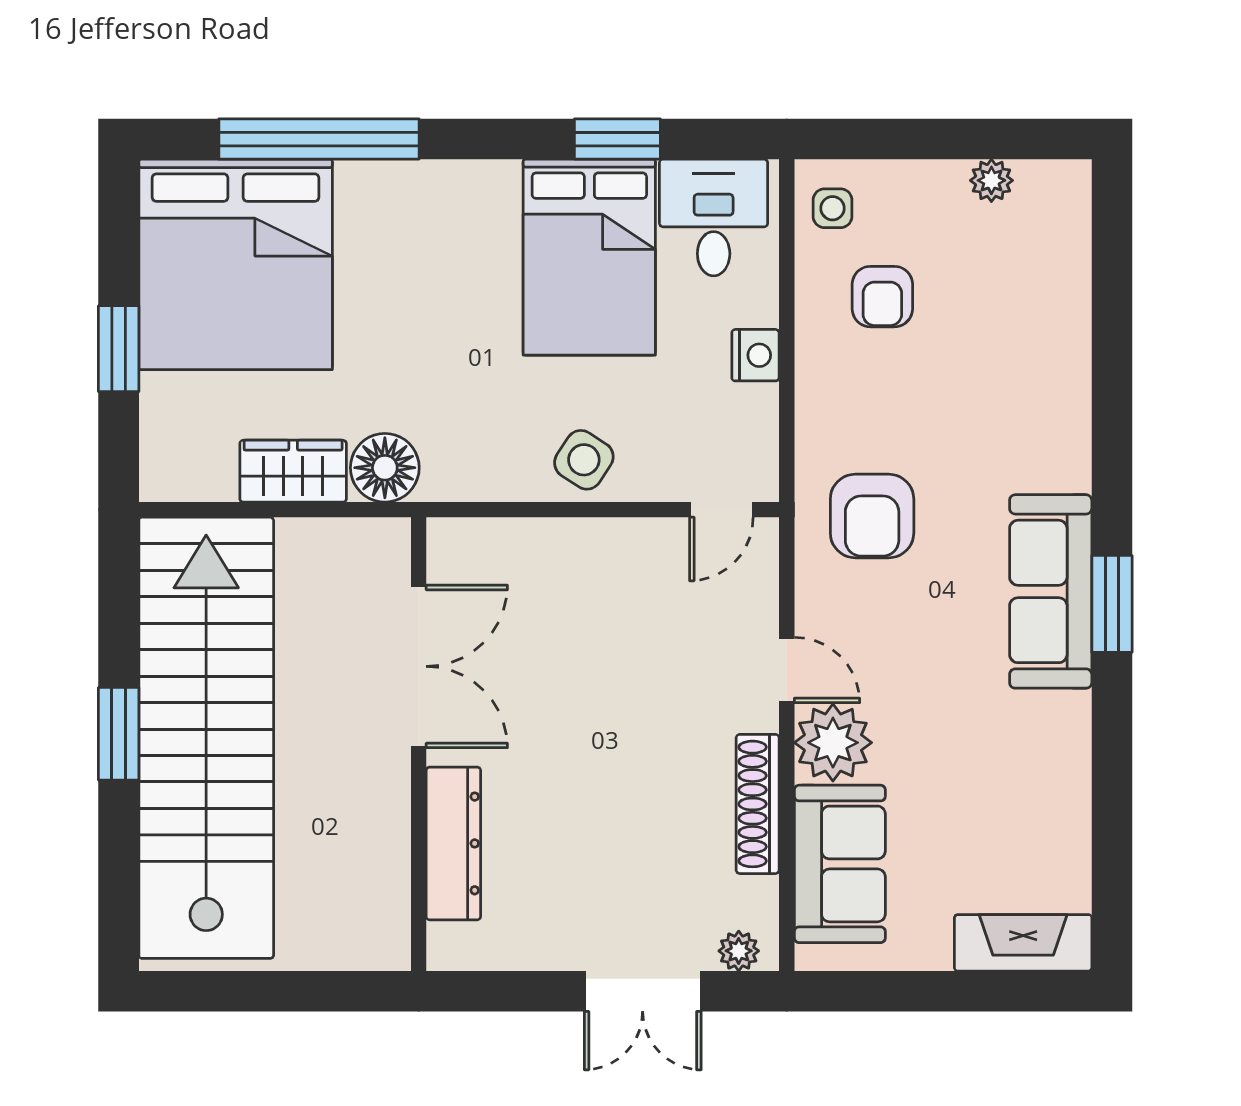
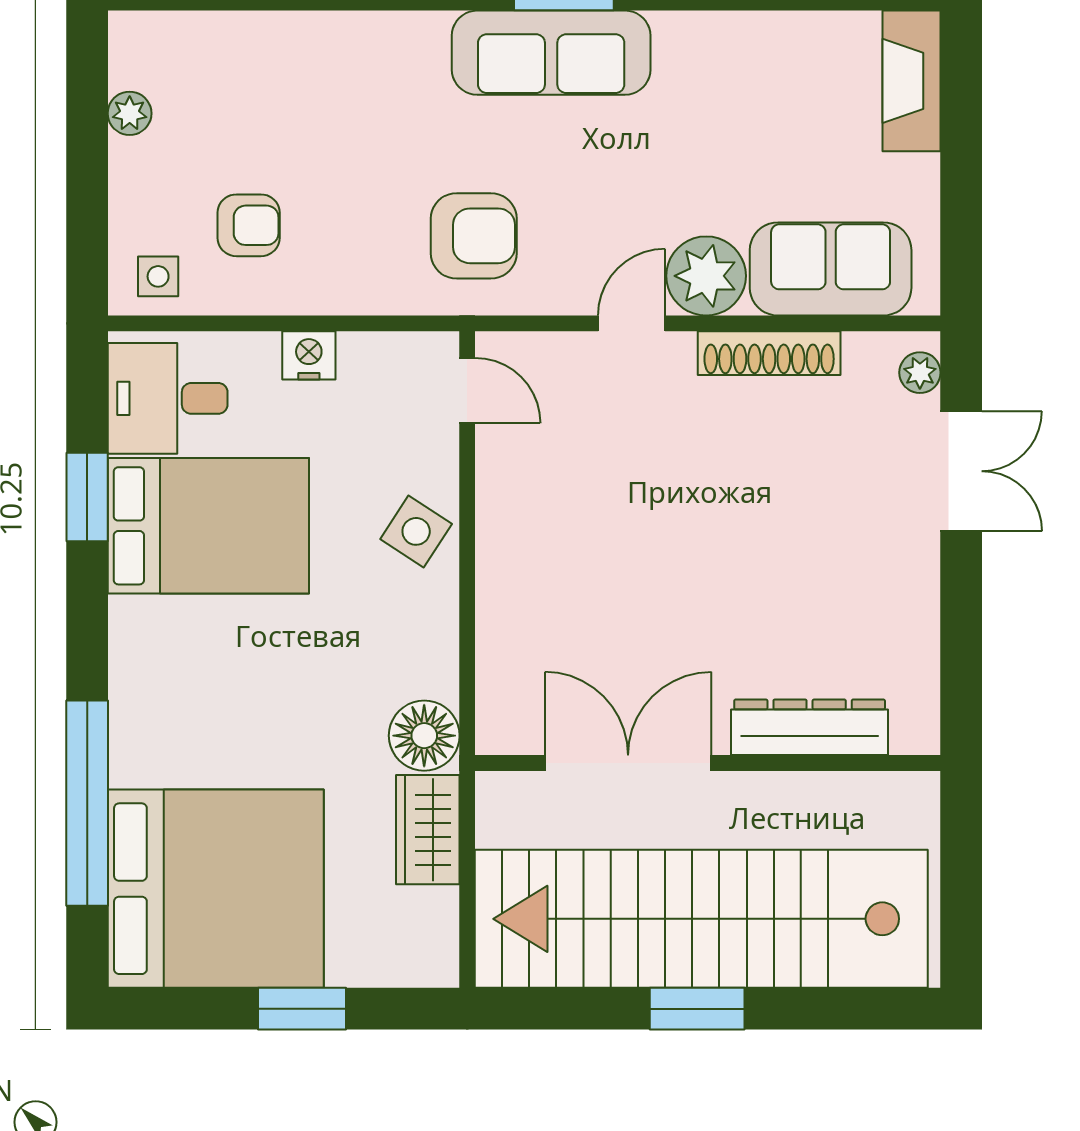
double door: (419, 666) -> (628, 763), moved
wall: (419, 744) -> (708, 763), moved
dresser: (453, 843) -> (810, 727), moved

